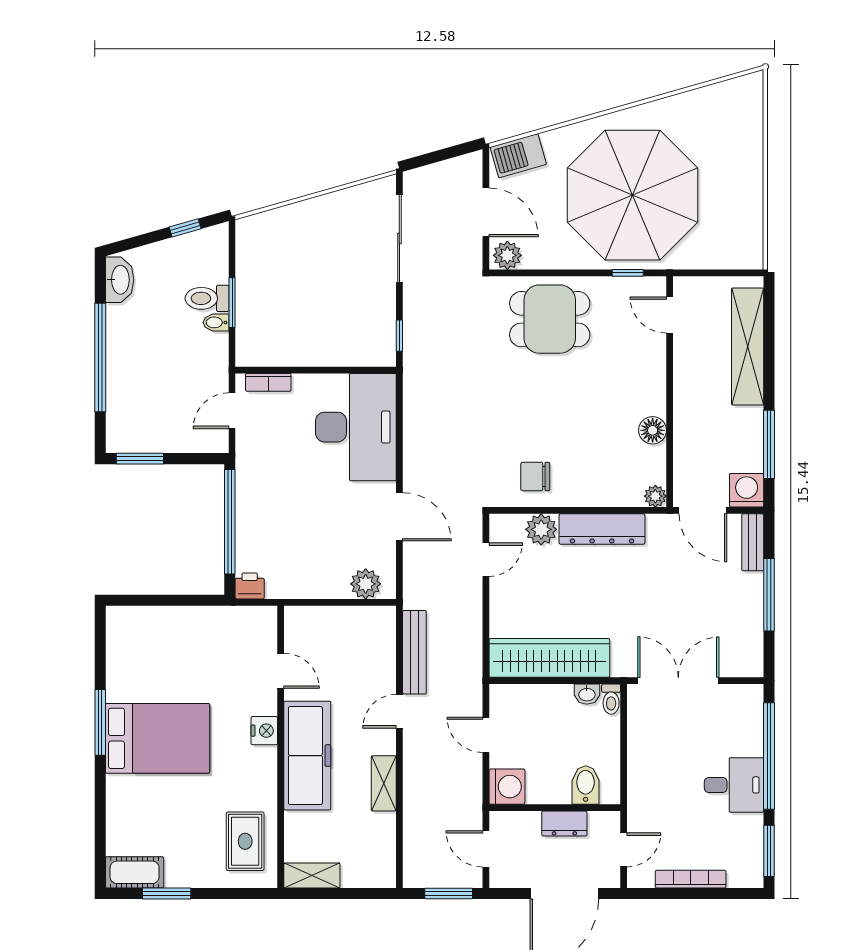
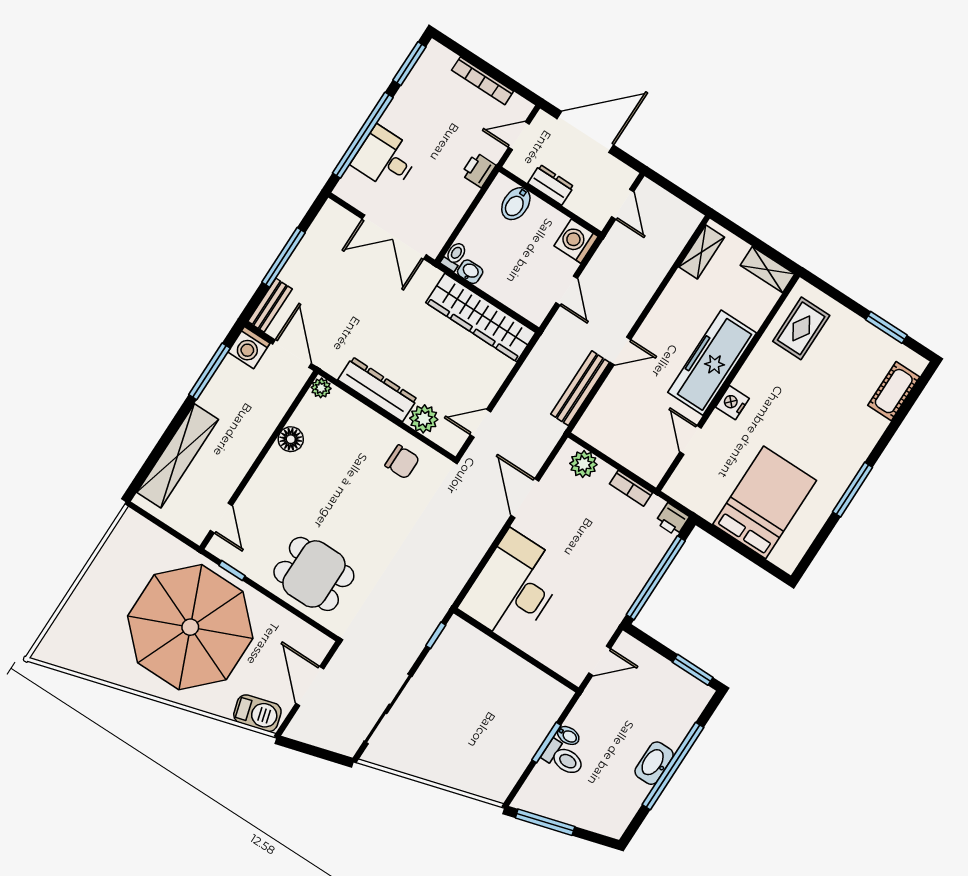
window: (185, 228) -> (545, 822), width x2.17
plant: (507, 255) -> (315, 643), removed
washbasin: (120, 280) -> (654, 763), moved
bookcase: (268, 382) -> (631, 488), moved, turned 180
bed: (158, 738) -> (765, 502), moved, turned 90
shelving: (384, 783) -> (702, 252), moved
desk: (734, 785) -> (385, 158), moved
printer: (641, 794) -> (478, 170), added
cot: (135, 872) -> (894, 391), moved, turned 90
window: (449, 894) -> (673, 189), removed

